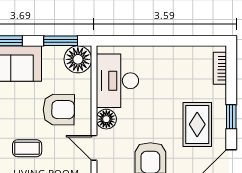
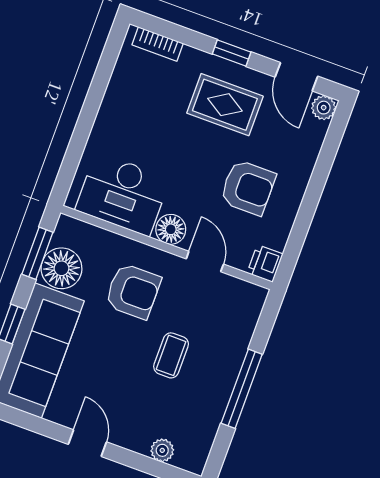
floor lamp: (78, 59) -> (61, 268), moved
armchair: (59, 110) -> (133, 291), turned 89
door: (94, 148) -> (205, 261), swing flipped

